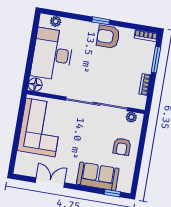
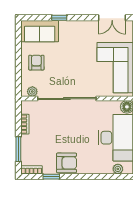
window: (101, 21) -> (51, 177), moved
sofa: (98, 176) -> (40, 31), moved
double door: (50, 183) -> (112, 18), moved
window: (112, 193) -> (59, 18), moved

